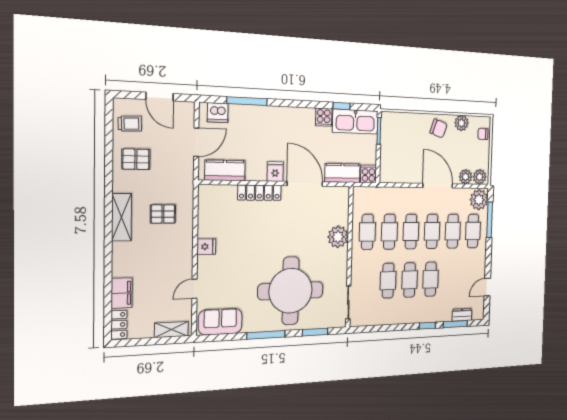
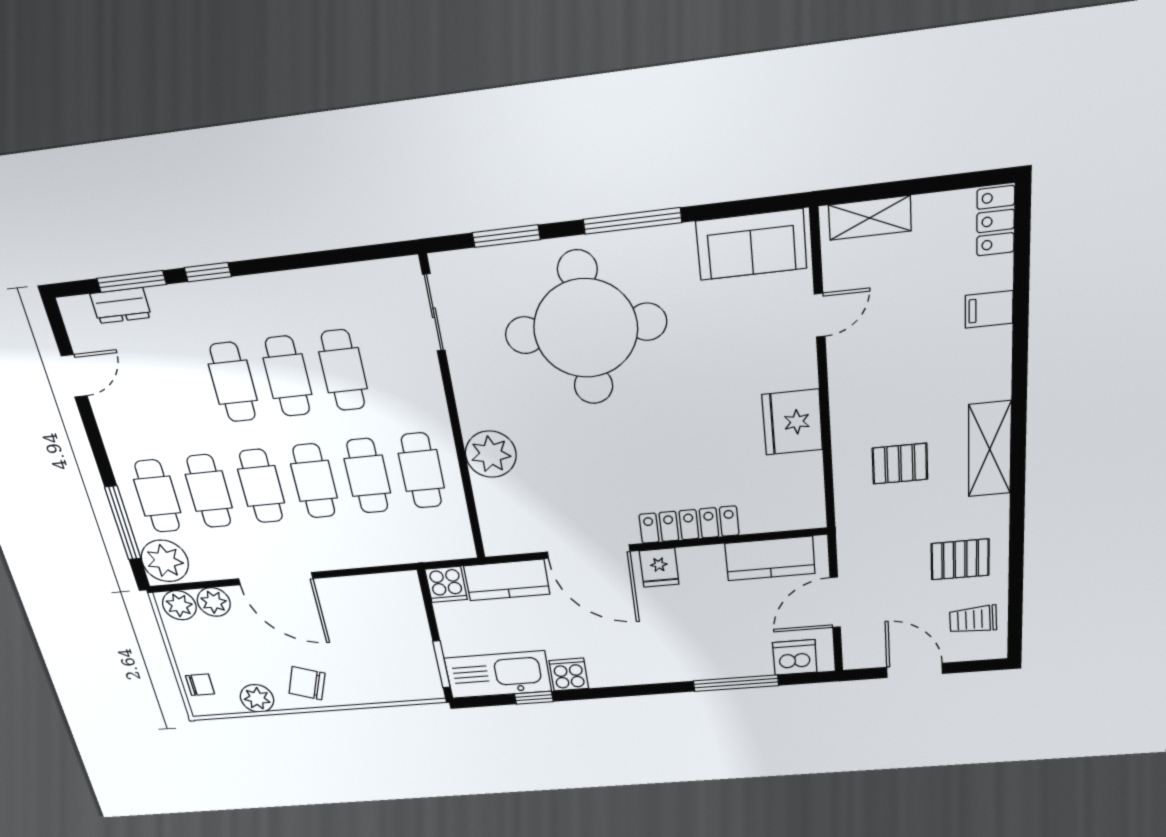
fridge: (206, 247) -> (792, 422), width x1.88, depth x1.34
filing cabinet: (122, 293) -> (989, 309), width x0.50

